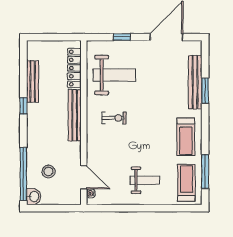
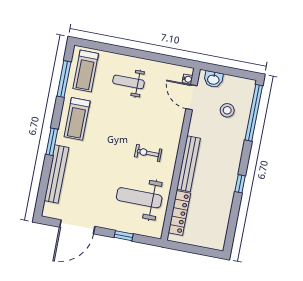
bench: (33, 82) -> (226, 207), removed
window: (205, 91) -> (52, 142), moved
treadmill: (186, 137) -> (77, 119), turned 180
washbasin: (34, 197) -> (213, 79), moved, turned -90

